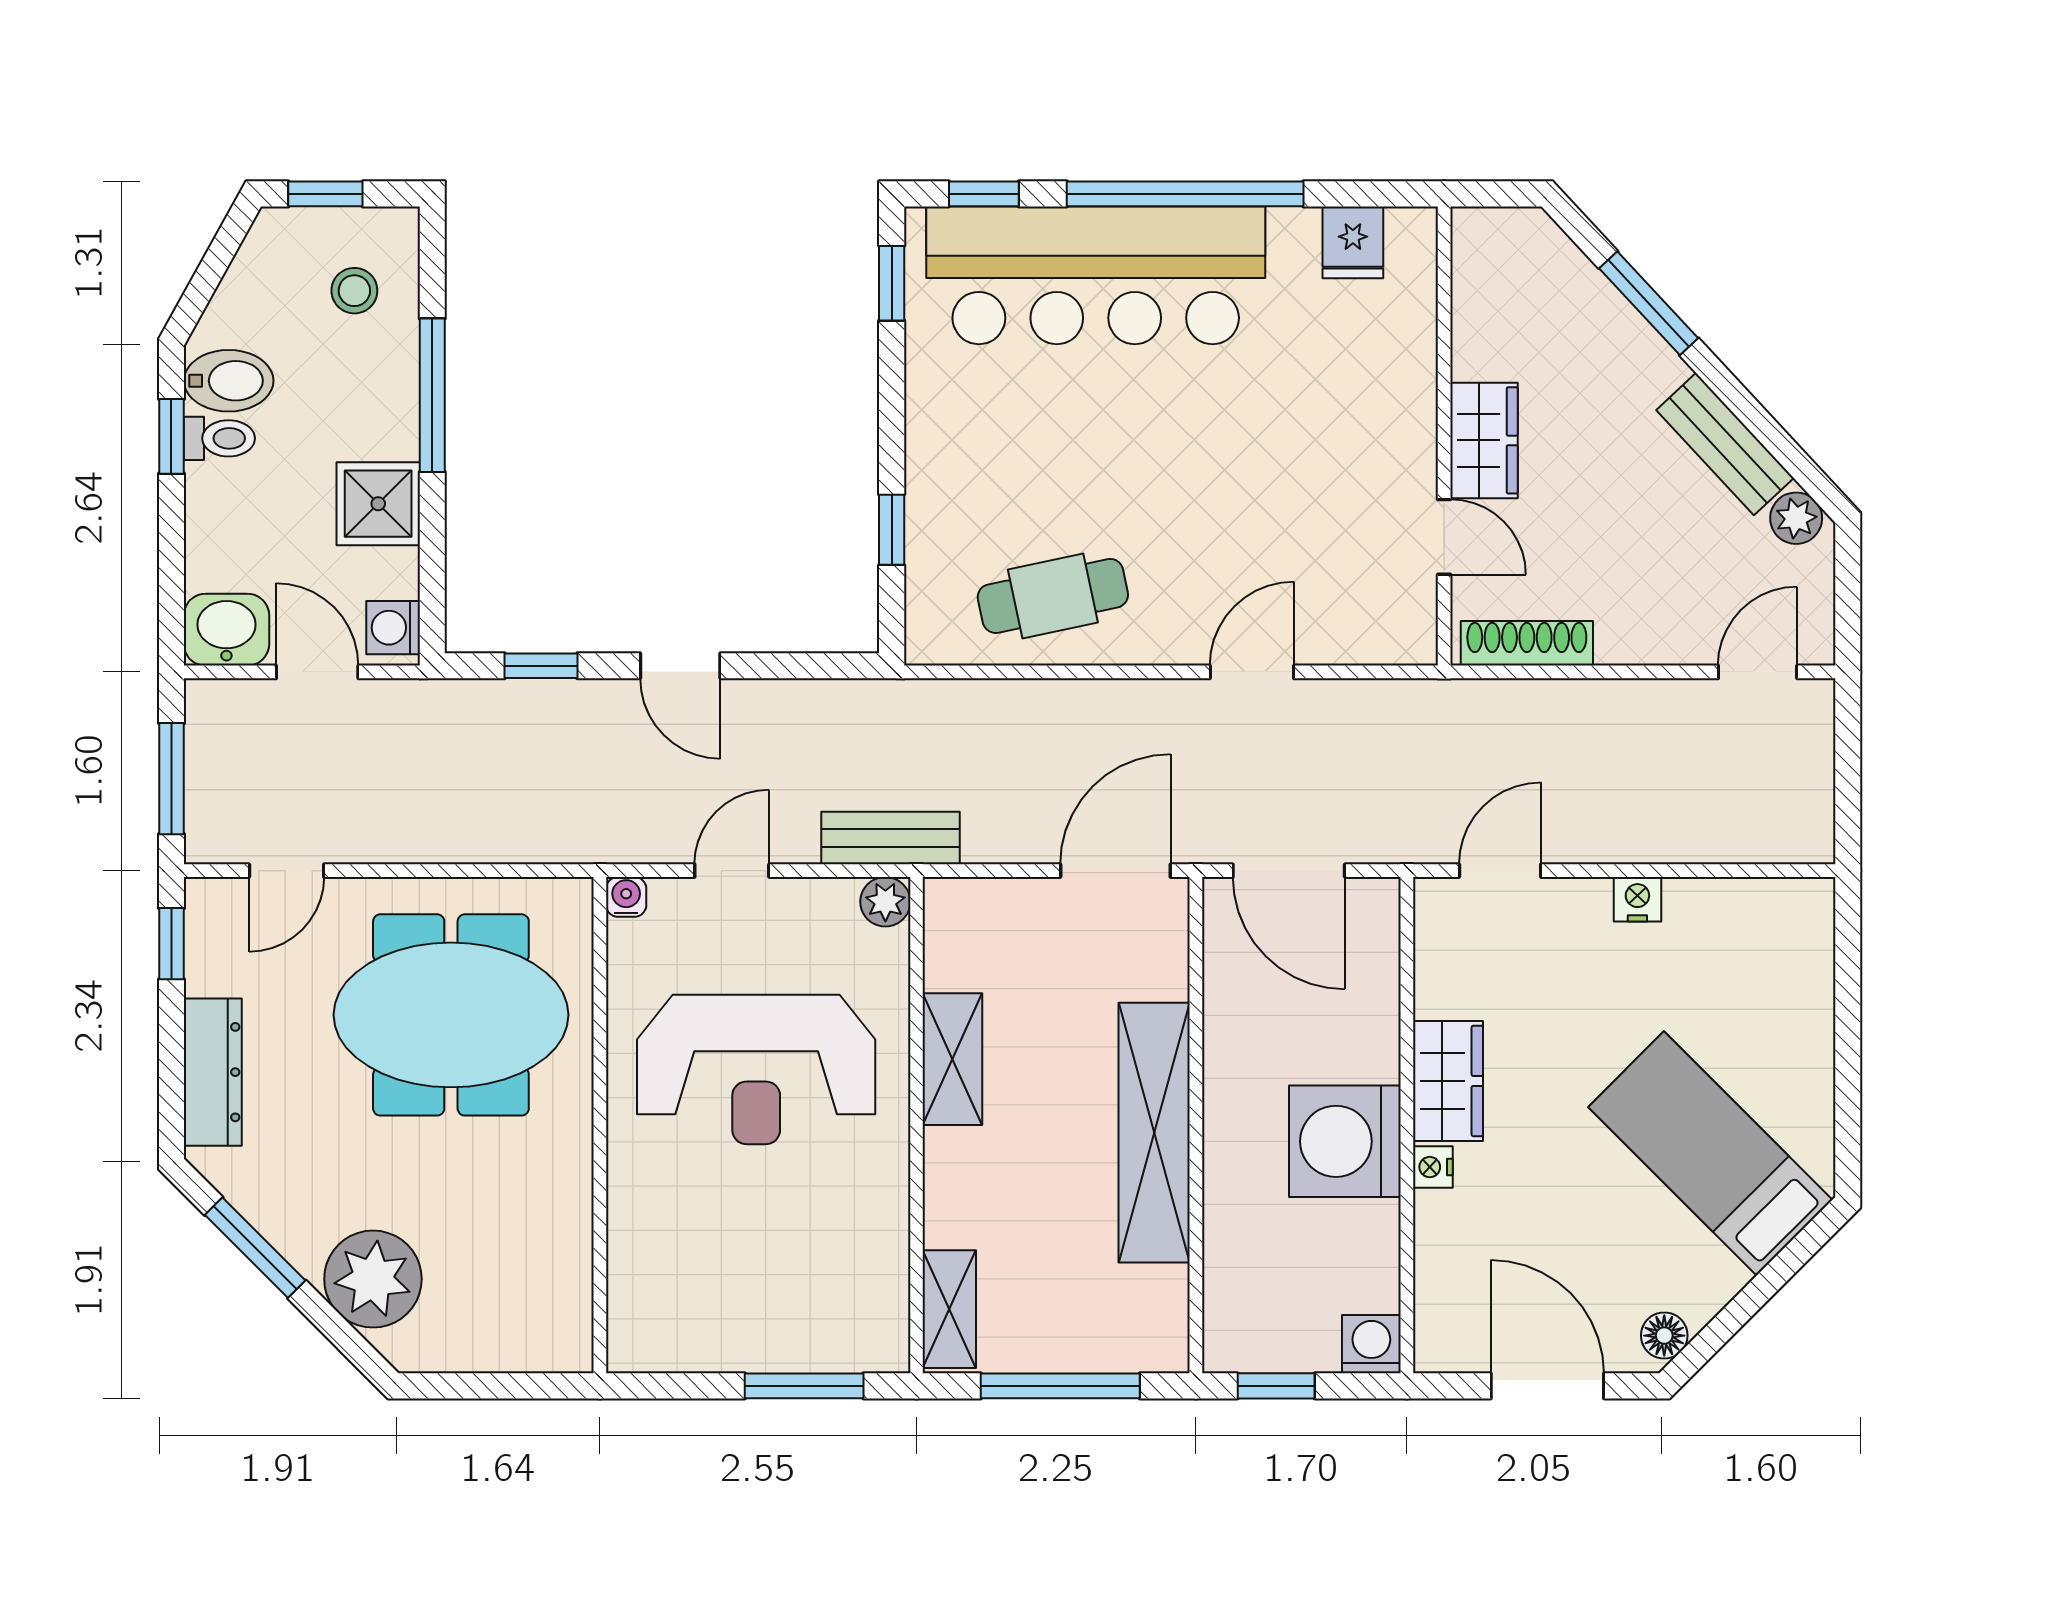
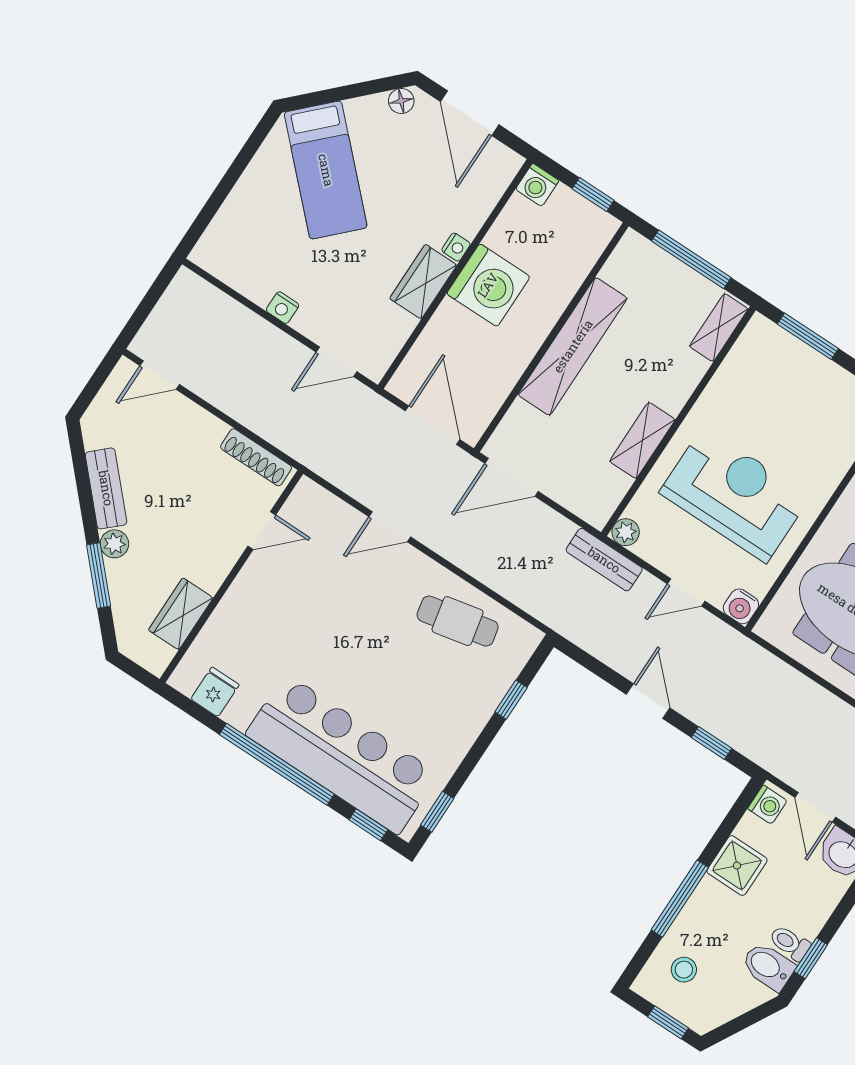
wardrobe: (1484, 440) -> (181, 614), moved
plant: (1796, 518) -> (114, 544), moved
door: (1444, 537) -> (262, 531), swing flipped
water cooler: (626, 897) -> (741, 606), width x1.38, depth x1.38

